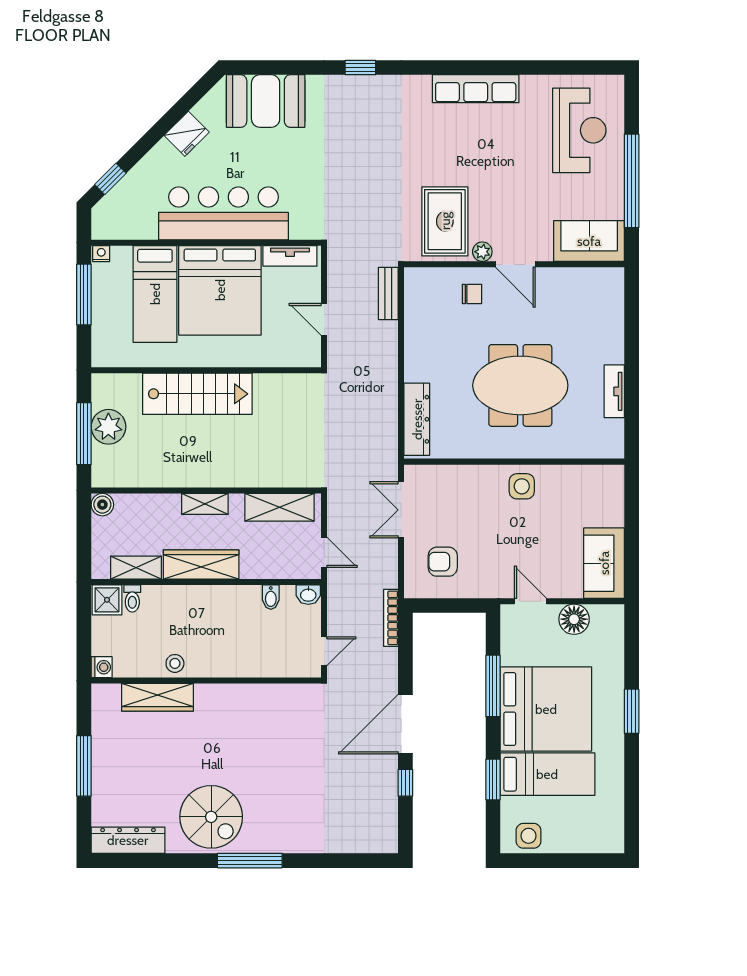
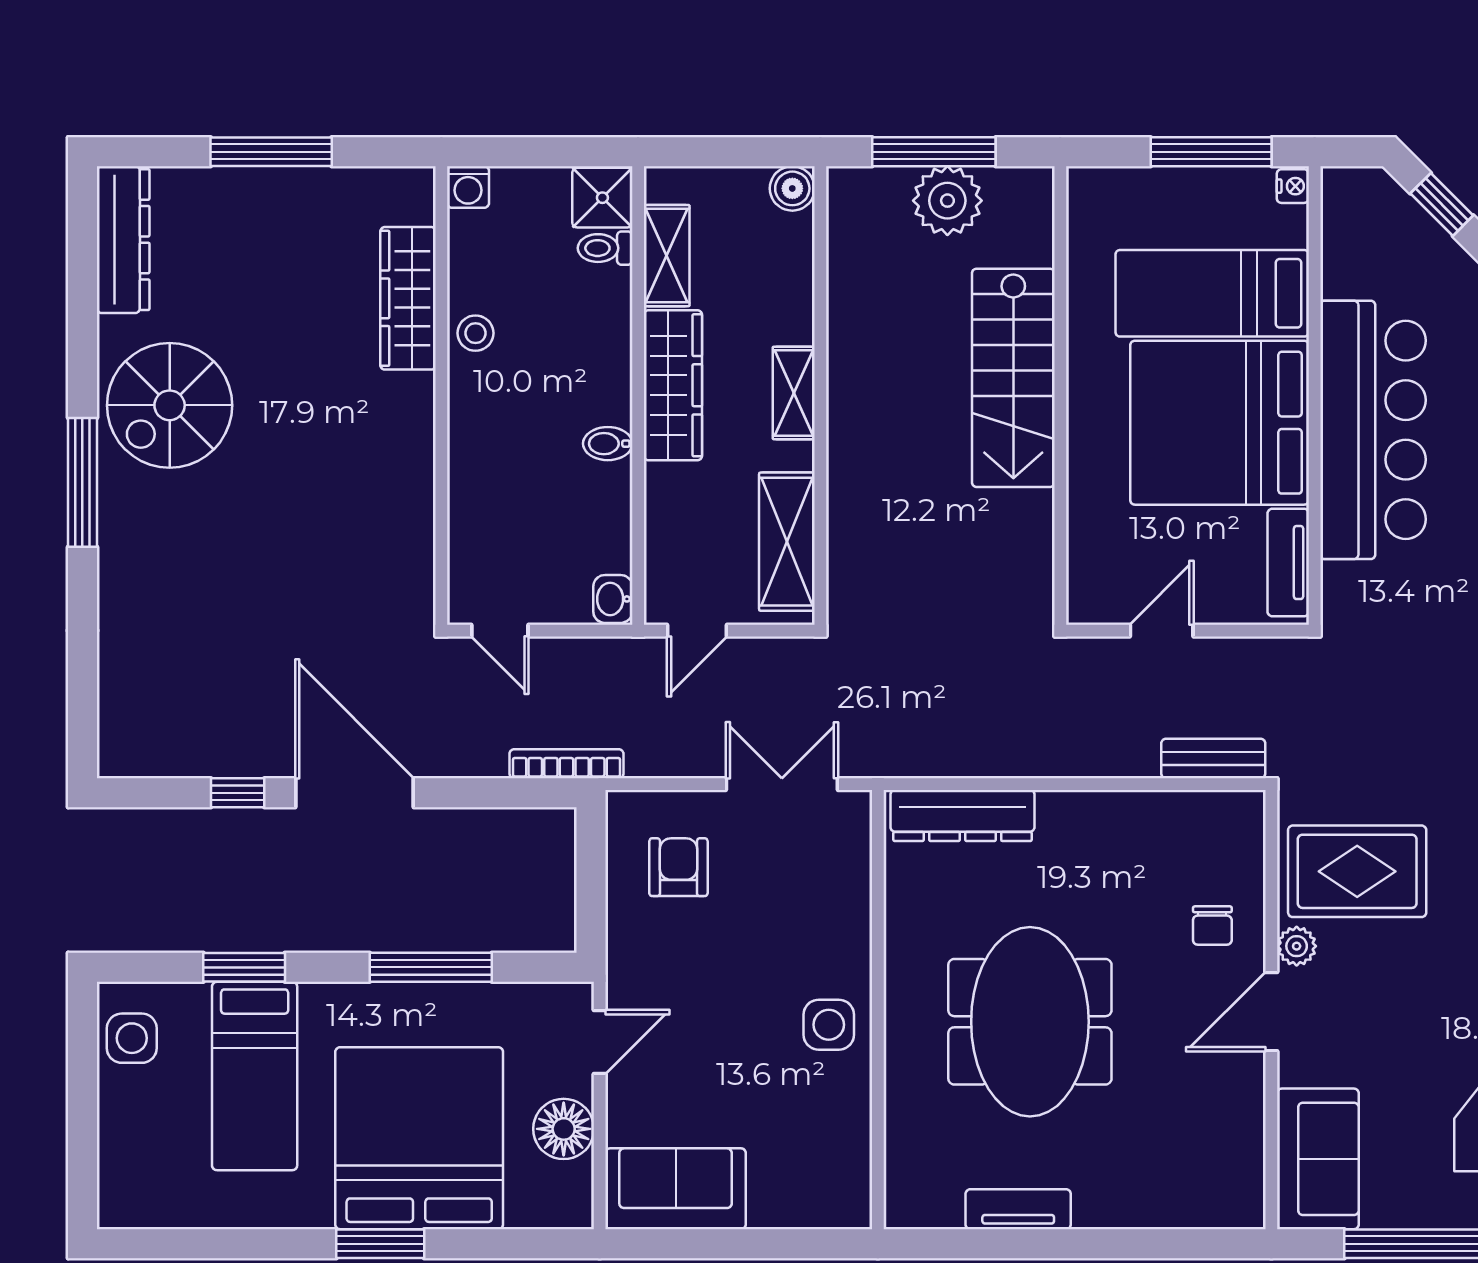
bidet: (271, 597) -> (608, 444), moved
bed: (546, 709) -> (419, 1138), moved, turned 180

